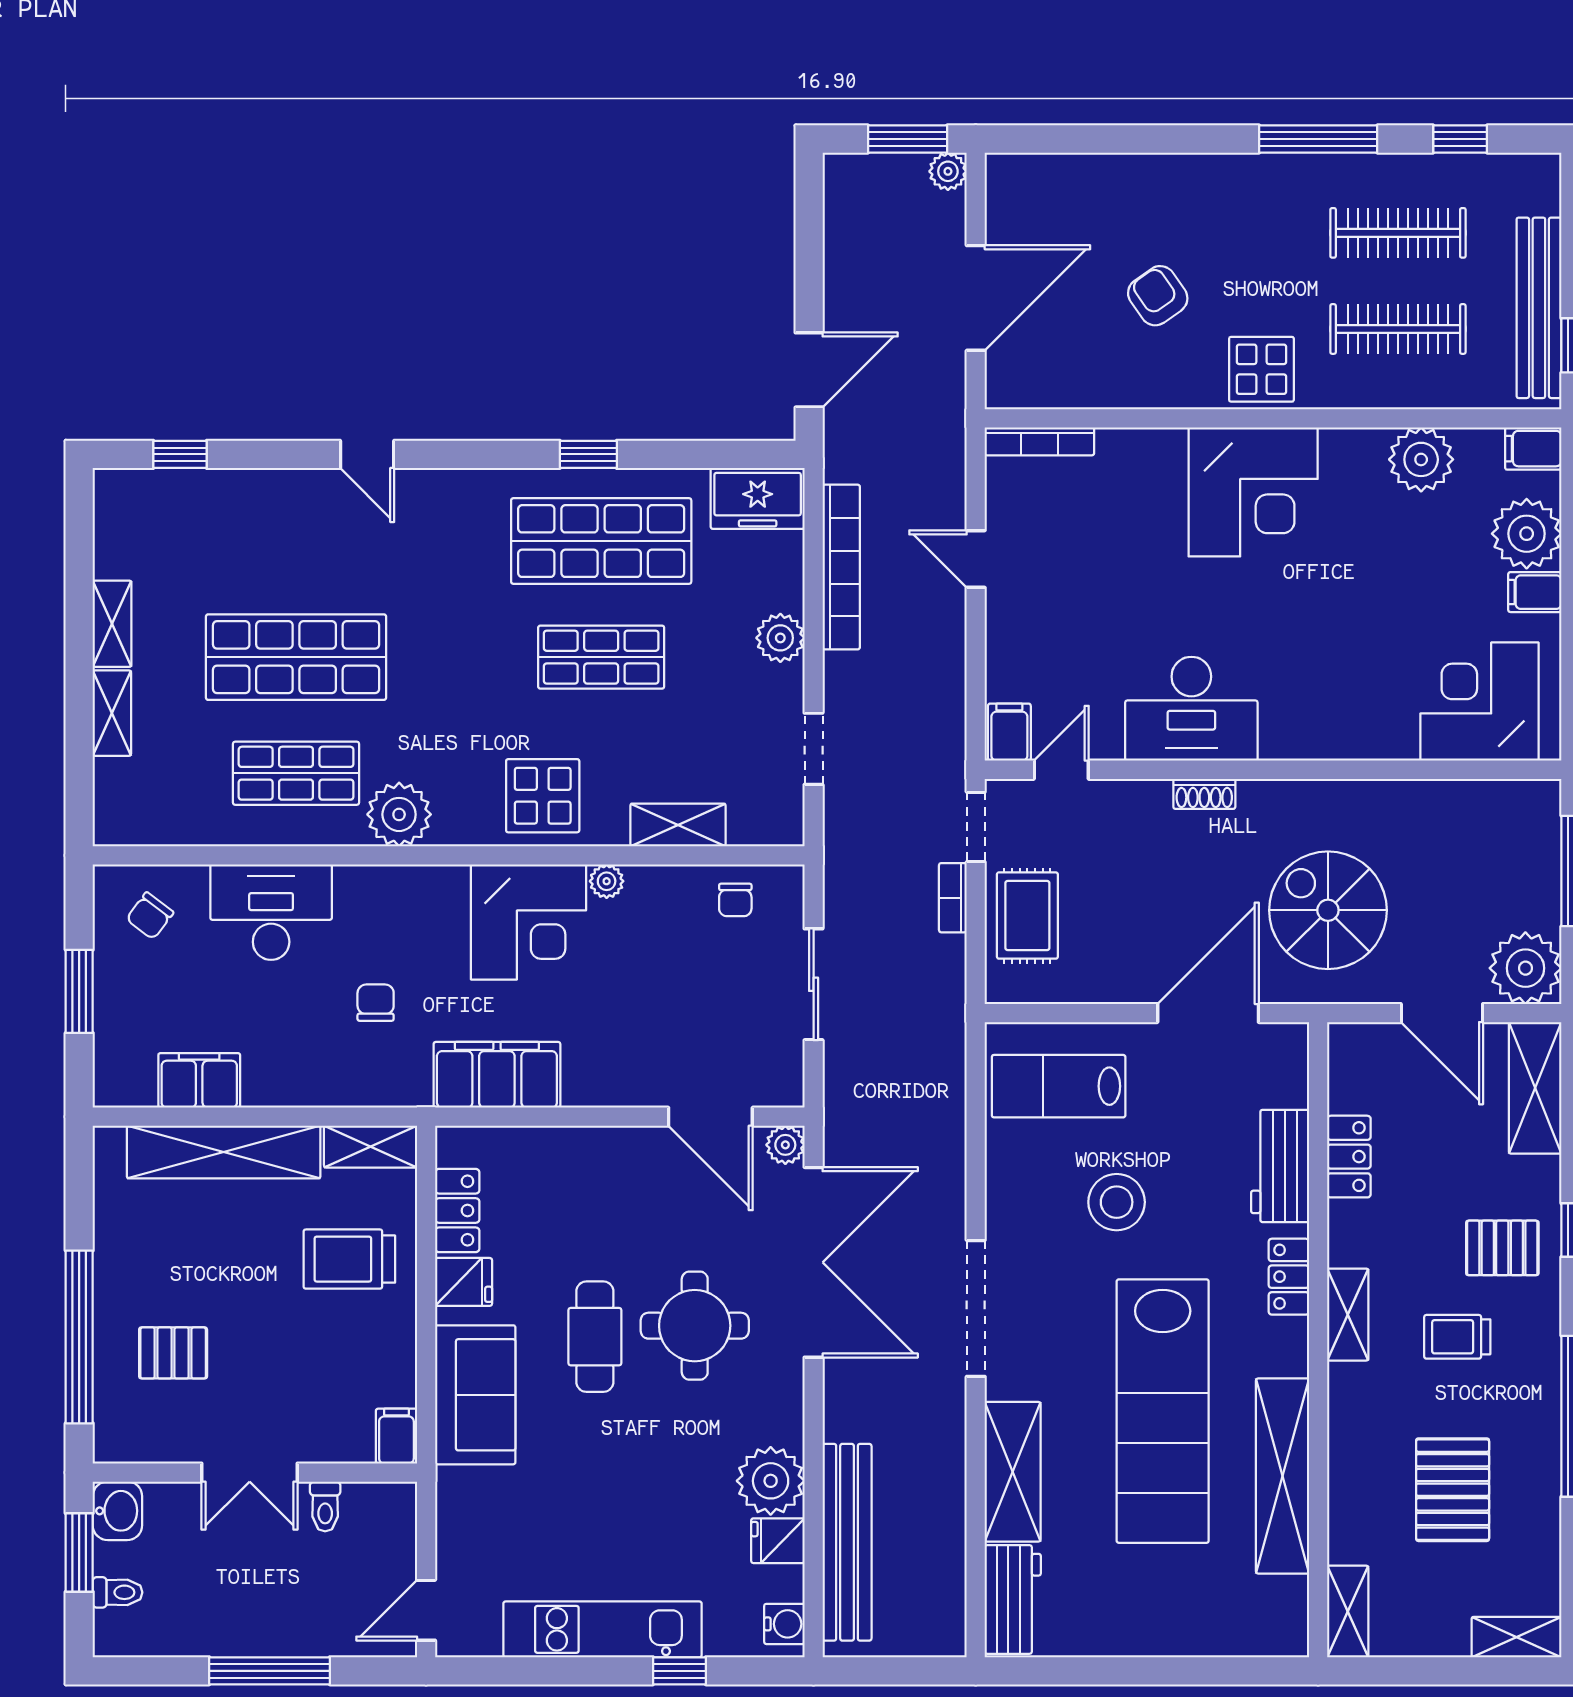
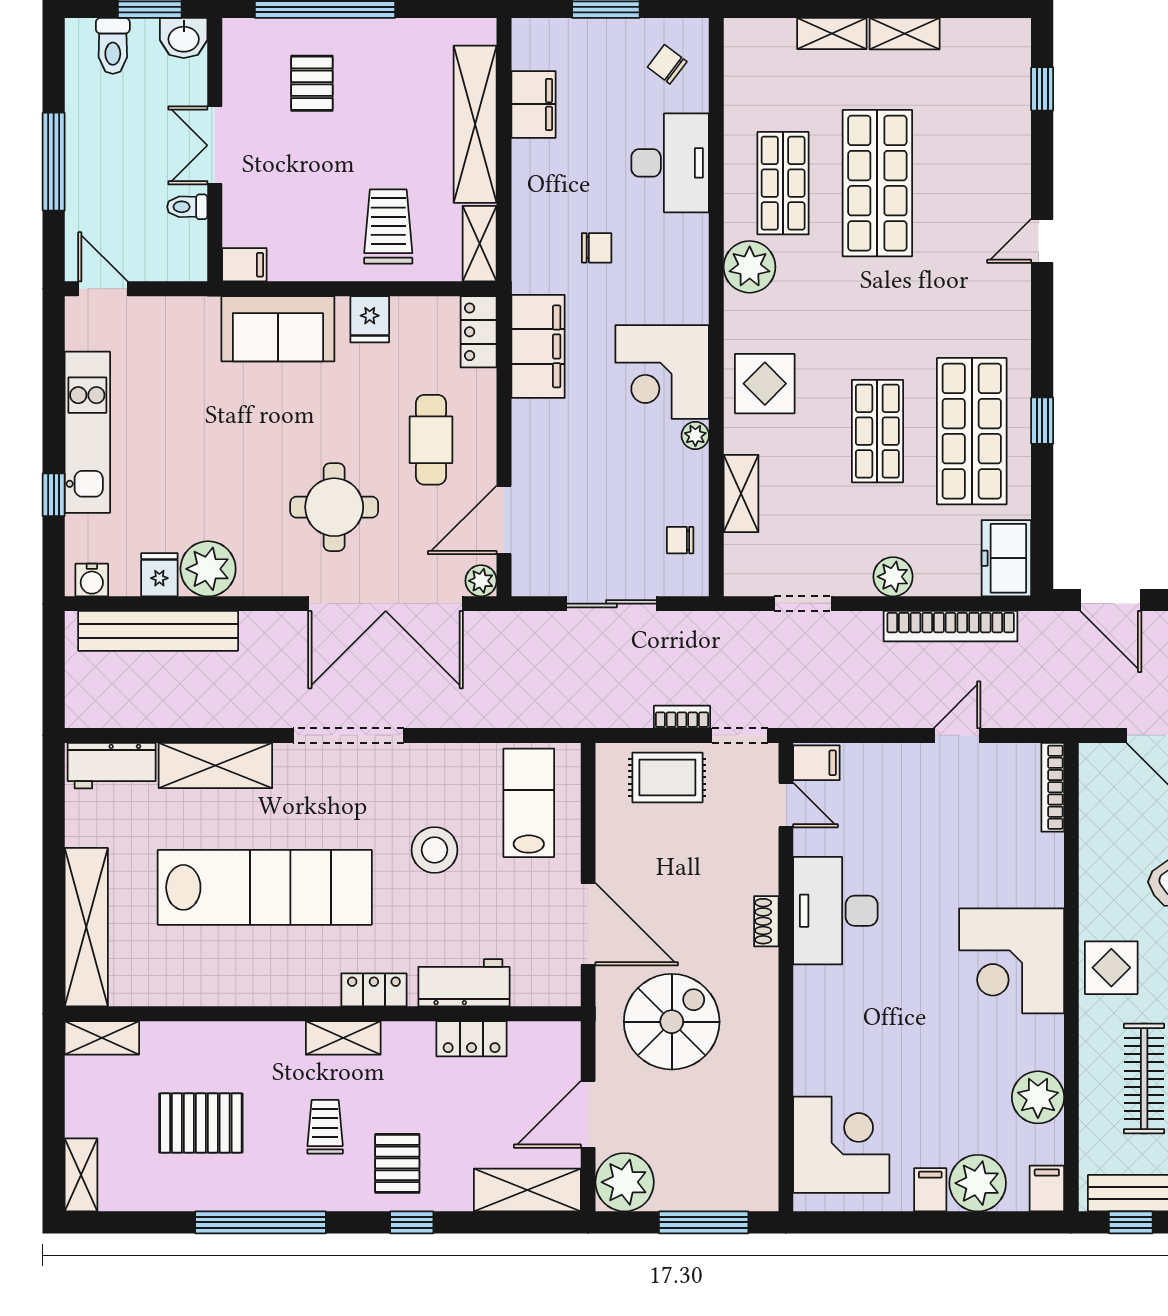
locker: (457, 1211) -> (479, 332), moved, turned 90
cafe table: (595, 1337) -> (431, 440), moved, turned 90
lab bench: (1163, 1411) -> (265, 887), turned 180
shelving: (1283, 1476) -> (86, 927), moved, turned 90
toilet: (117, 1592) -> (113, 46), width x1.37, depth x1.39

